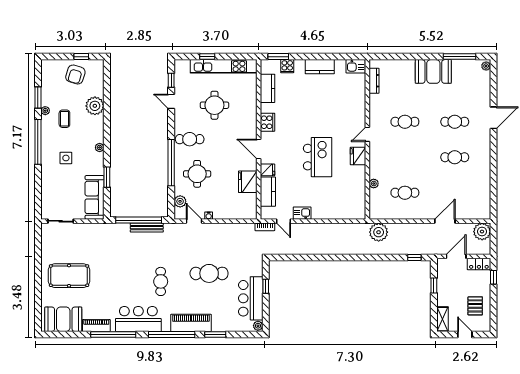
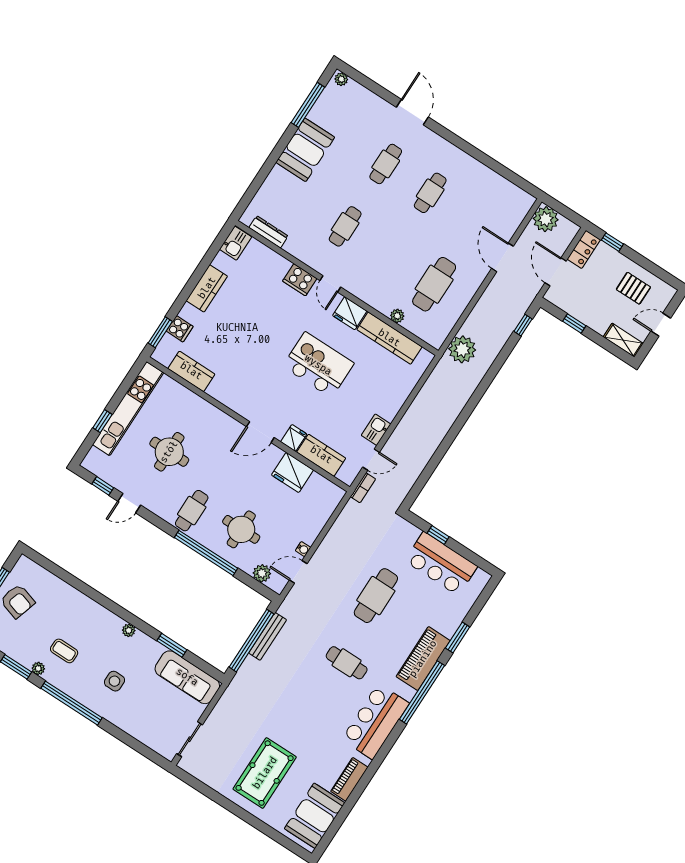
plant: (95, 106) -> (73, 602), removed
cooker: (268, 122) -> (300, 280), moved, turned 180
kitchen counter: (358, 187) -> (389, 338), added
cafe table: (405, 193) -> (434, 284), width x1.37, depth x1.35
plant: (258, 326) -> (481, 577), removed
window: (113, 335) -> (374, 765), removed

